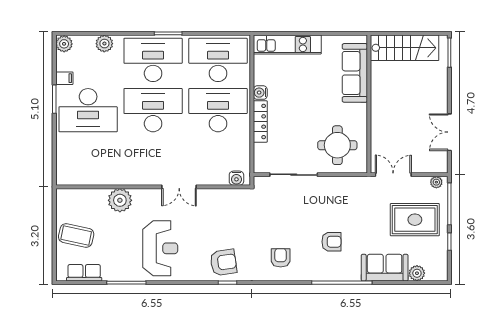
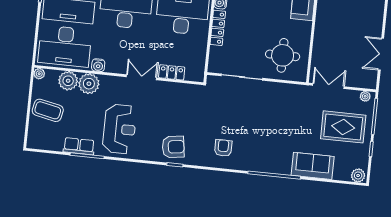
desk: (88, 160) -> (65, 46), added
locker: (213, 178) -> (172, 72), added
water cooler: (236, 178) -> (98, 65), moved
double door: (179, 187) -> (141, 77), swing flipped
plant: (62, 195) -> (39, 74), added
plant: (96, 199) -> (68, 81), added
armchair: (331, 242) -> (269, 139), removed
row of seats: (84, 273) -> (79, 146), moved
plant: (417, 273) -> (358, 175), moved

